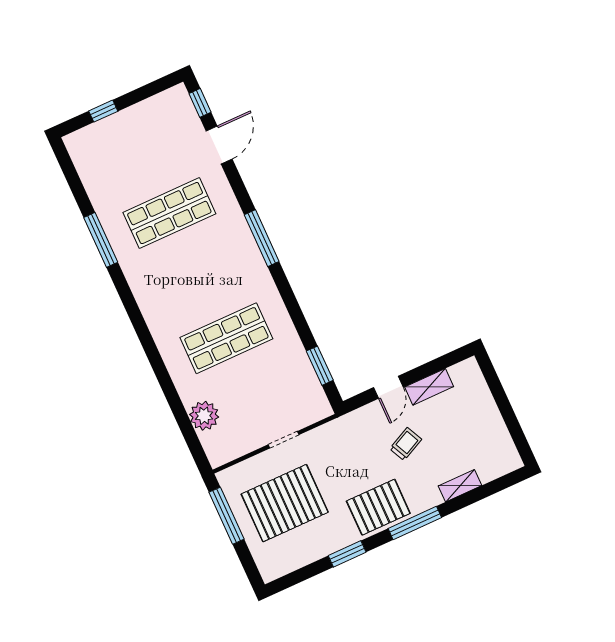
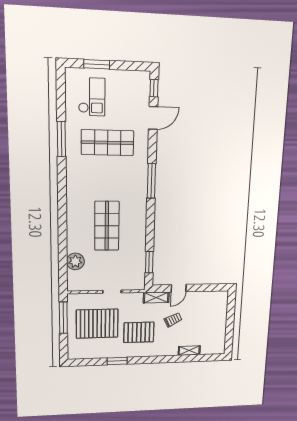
window: (103, 111) -> (97, 64), width x1.50
checkout: (117, 159) -> (92, 97), added
shop shelf: (226, 338) -> (107, 226), turned 90
shelving: (429, 387) -> (156, 298), moved
pallet: (378, 507) -> (139, 332), moved
window: (415, 523) -> (158, 359), removed

